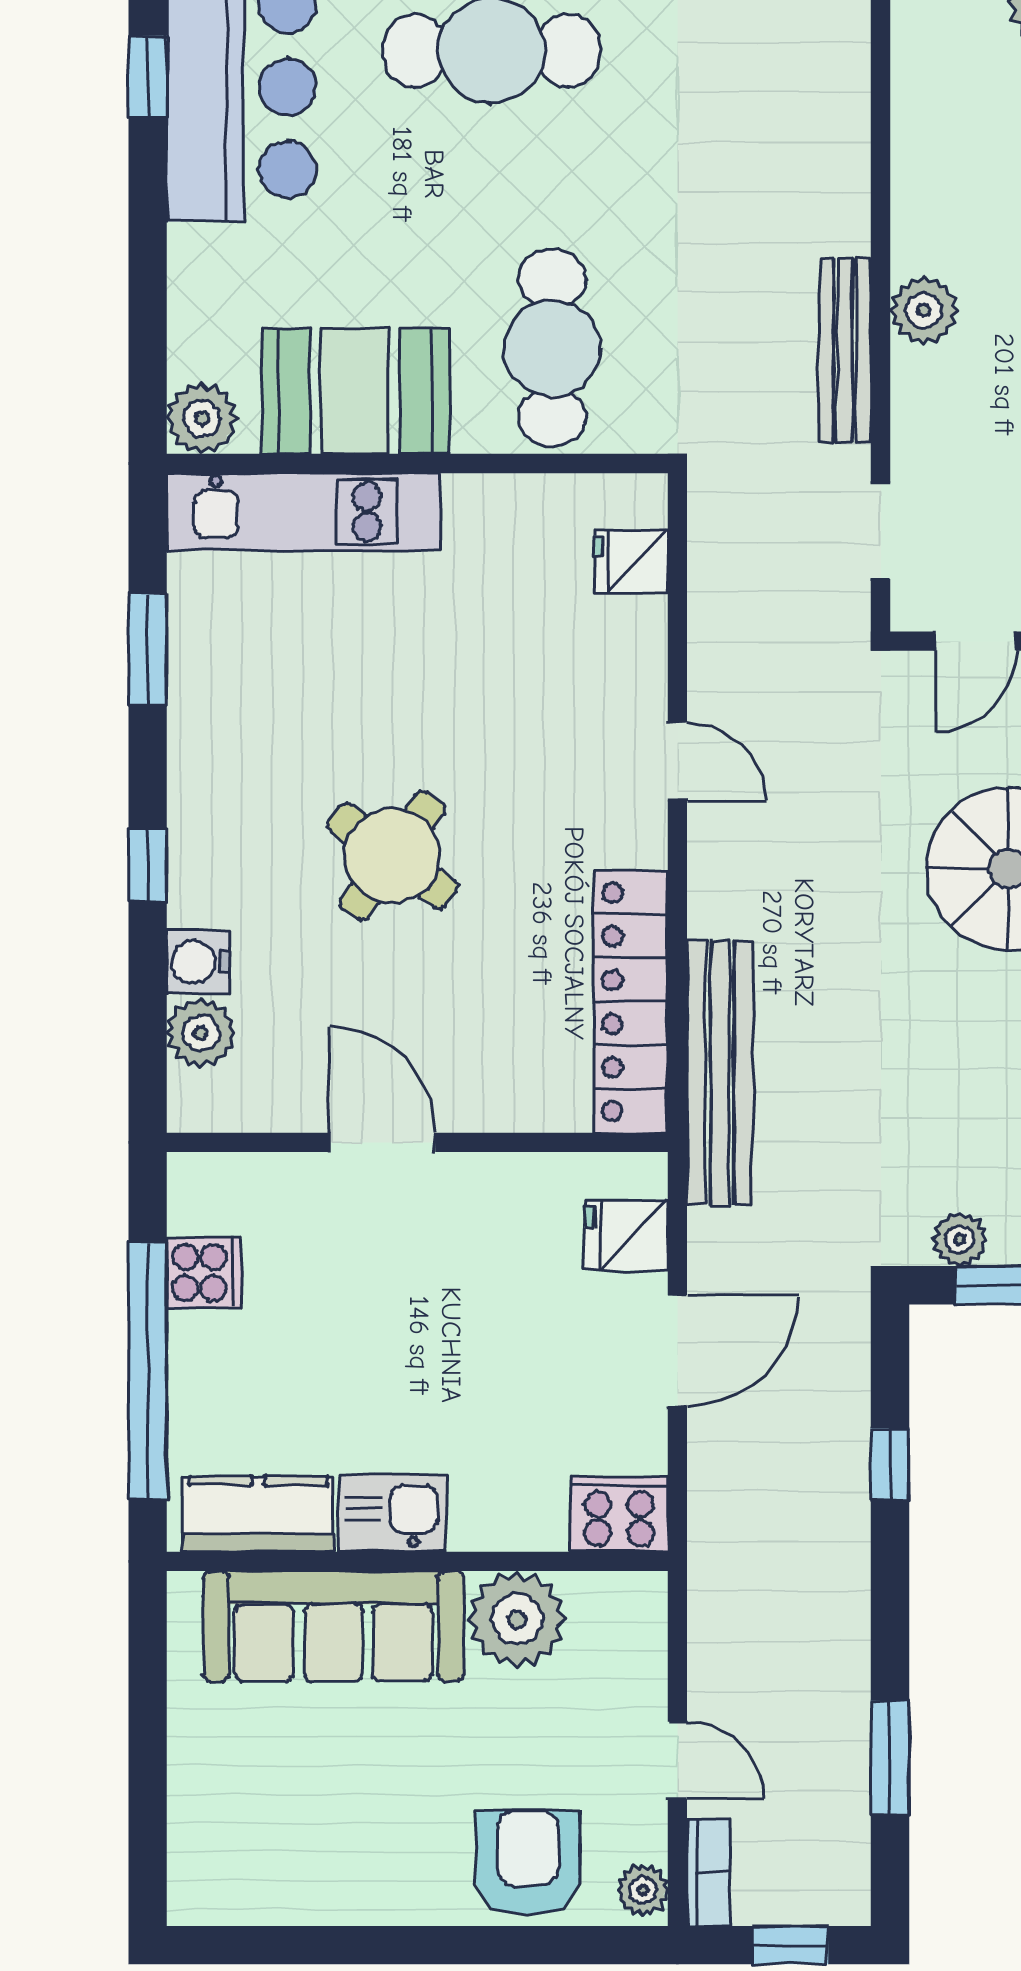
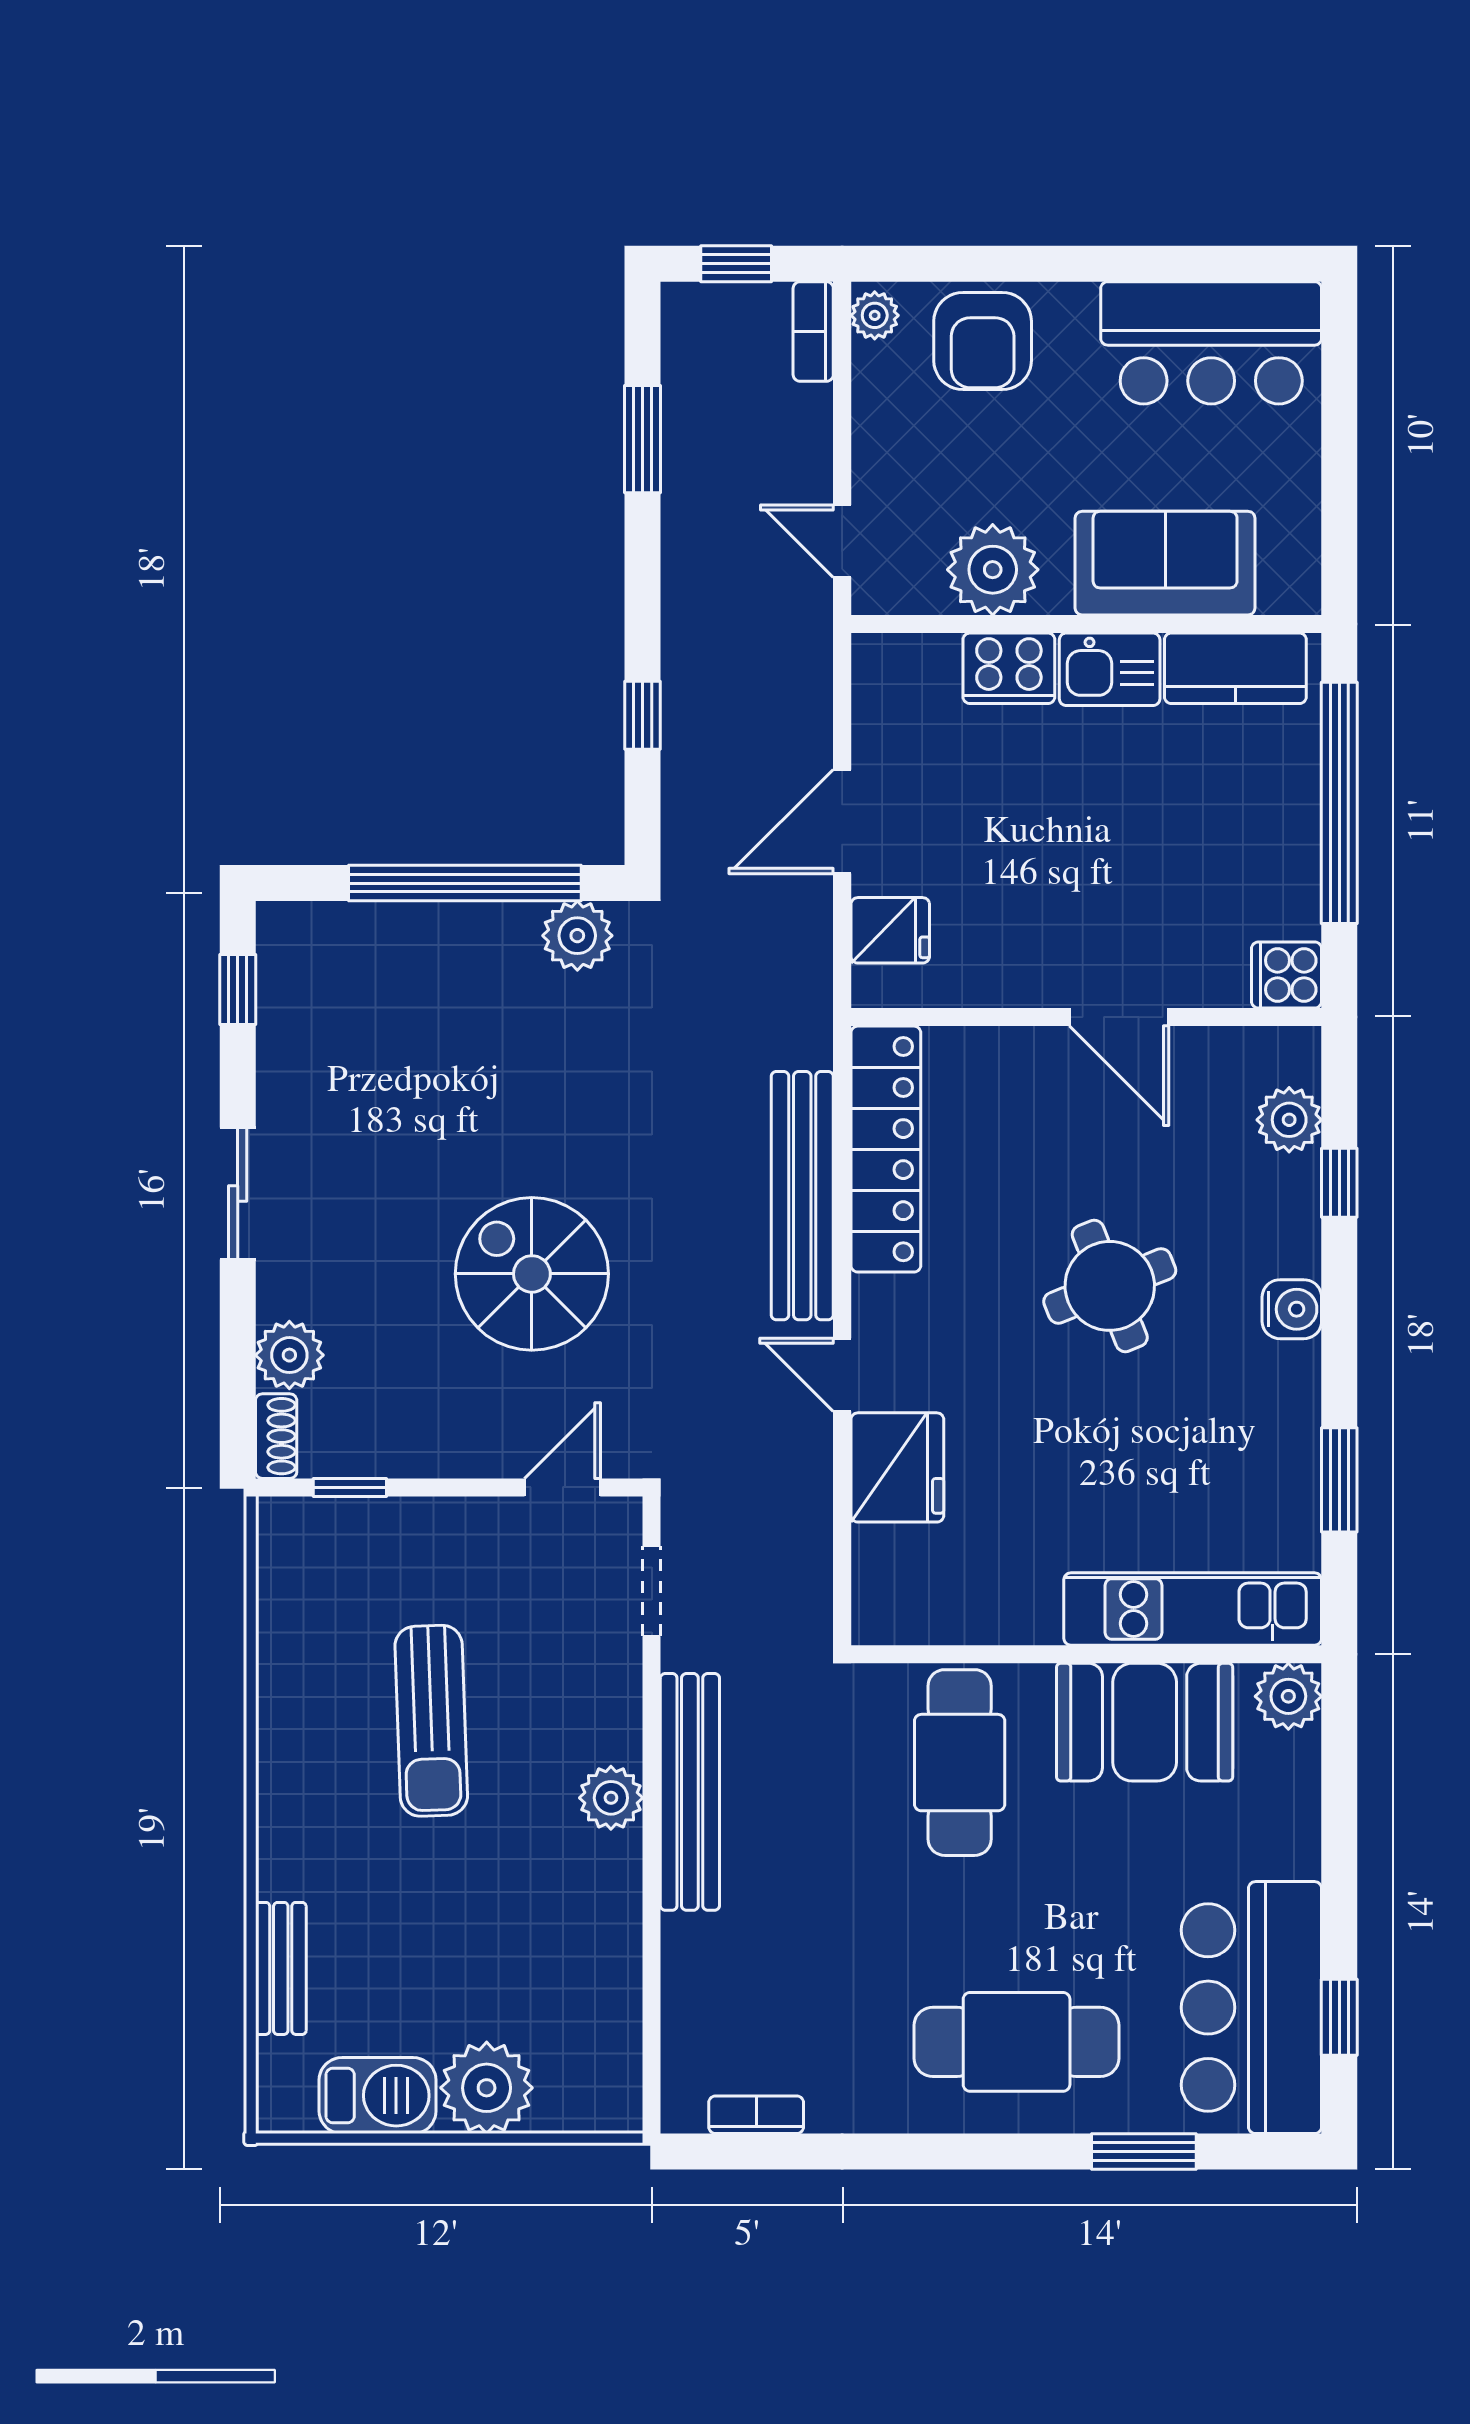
bench: (845, 351) -> (690, 1792), width x1.37, depth x1.21
fridge: (631, 562) -> (897, 1467), moved, width x1.88, depth x1.34
round table: (392, 856) -> (1110, 1286), turned 32
window: (148, 865) -> (1339, 1183), moved
water cooler: (198, 962) -> (1292, 1309), moved
bench: (720, 1073) -> (802, 1196), moved
plant: (960, 1239) -> (577, 936), width x1.38, depth x1.38
cooker: (204, 1273) -> (1287, 975), moved
cooker: (619, 1514) -> (1009, 668), moved
sofa: (333, 1626) -> (1165, 563), width x0.73
door: (677, 1760) -> (842, 541), moved
bar counter: (284, 1861) -> (1211, 343), added

